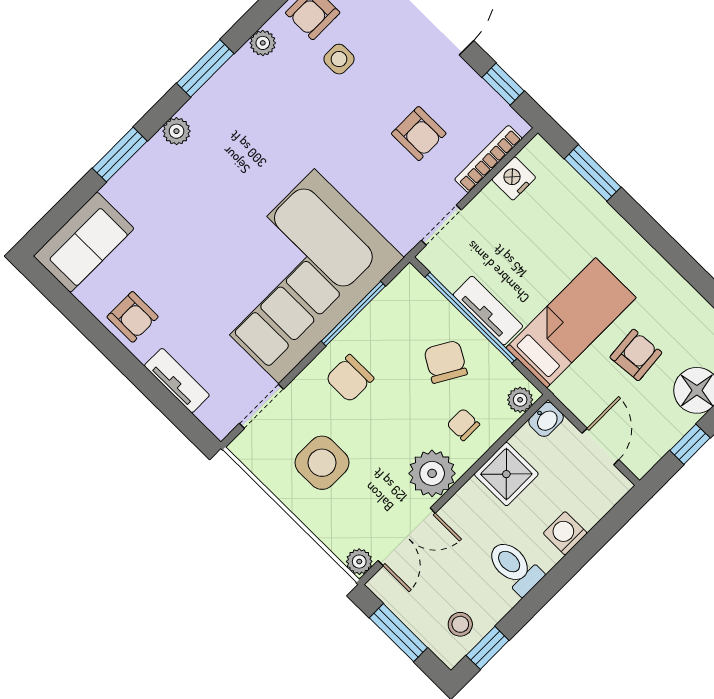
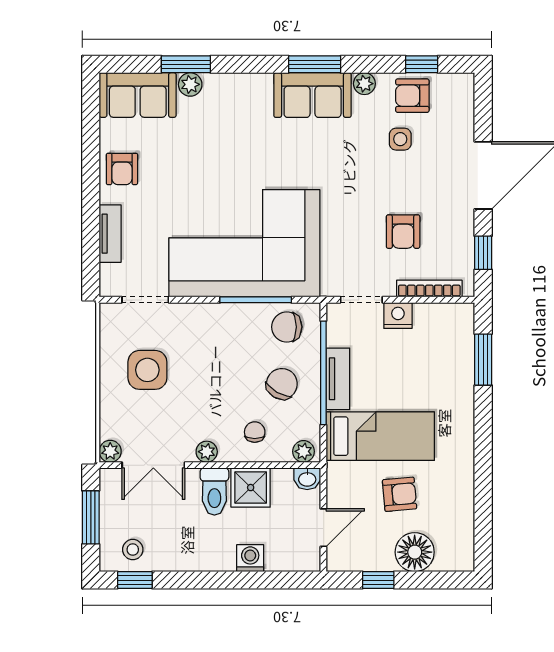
sofa: (229, 96) -> (313, 95), added
plant: (176, 131) -> (190, 84), moved
window: (120, 155) -> (186, 64), moved
nightstand: (514, 178) -> (398, 316), moved
chair: (350, 378) -> (287, 327), moved
plant: (432, 473) -> (207, 452), width x0.53, depth x0.53
toilet: (515, 567) -> (214, 492), moved, turned 180

